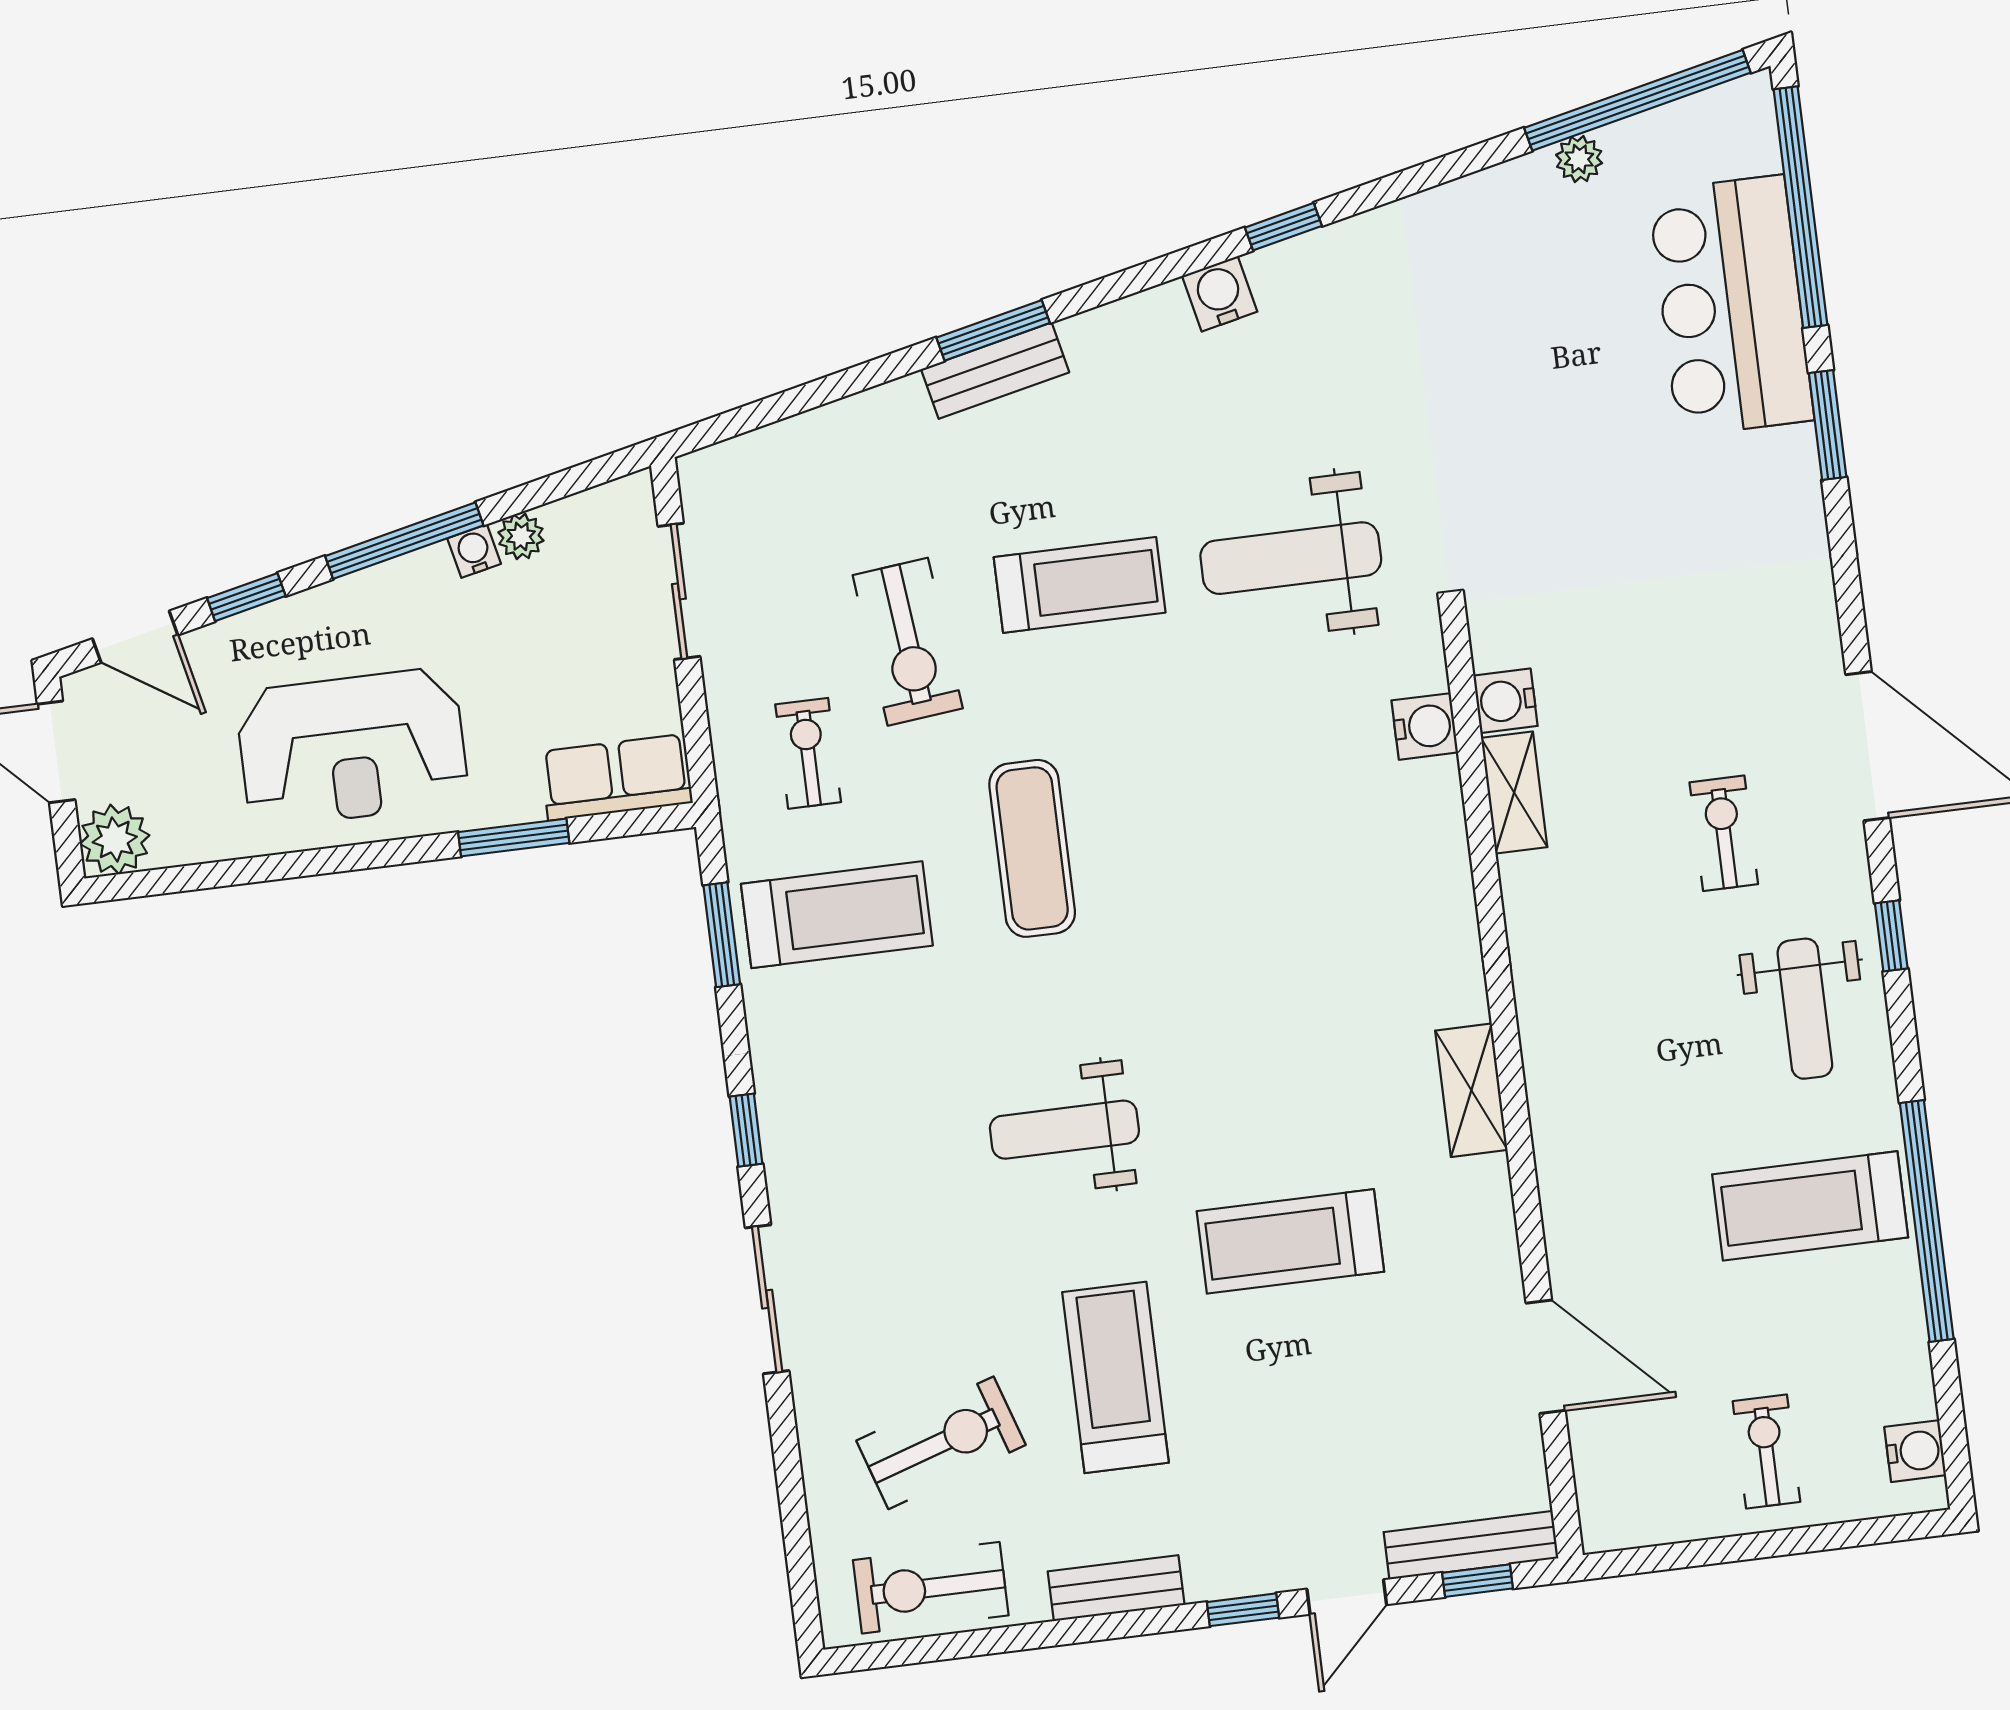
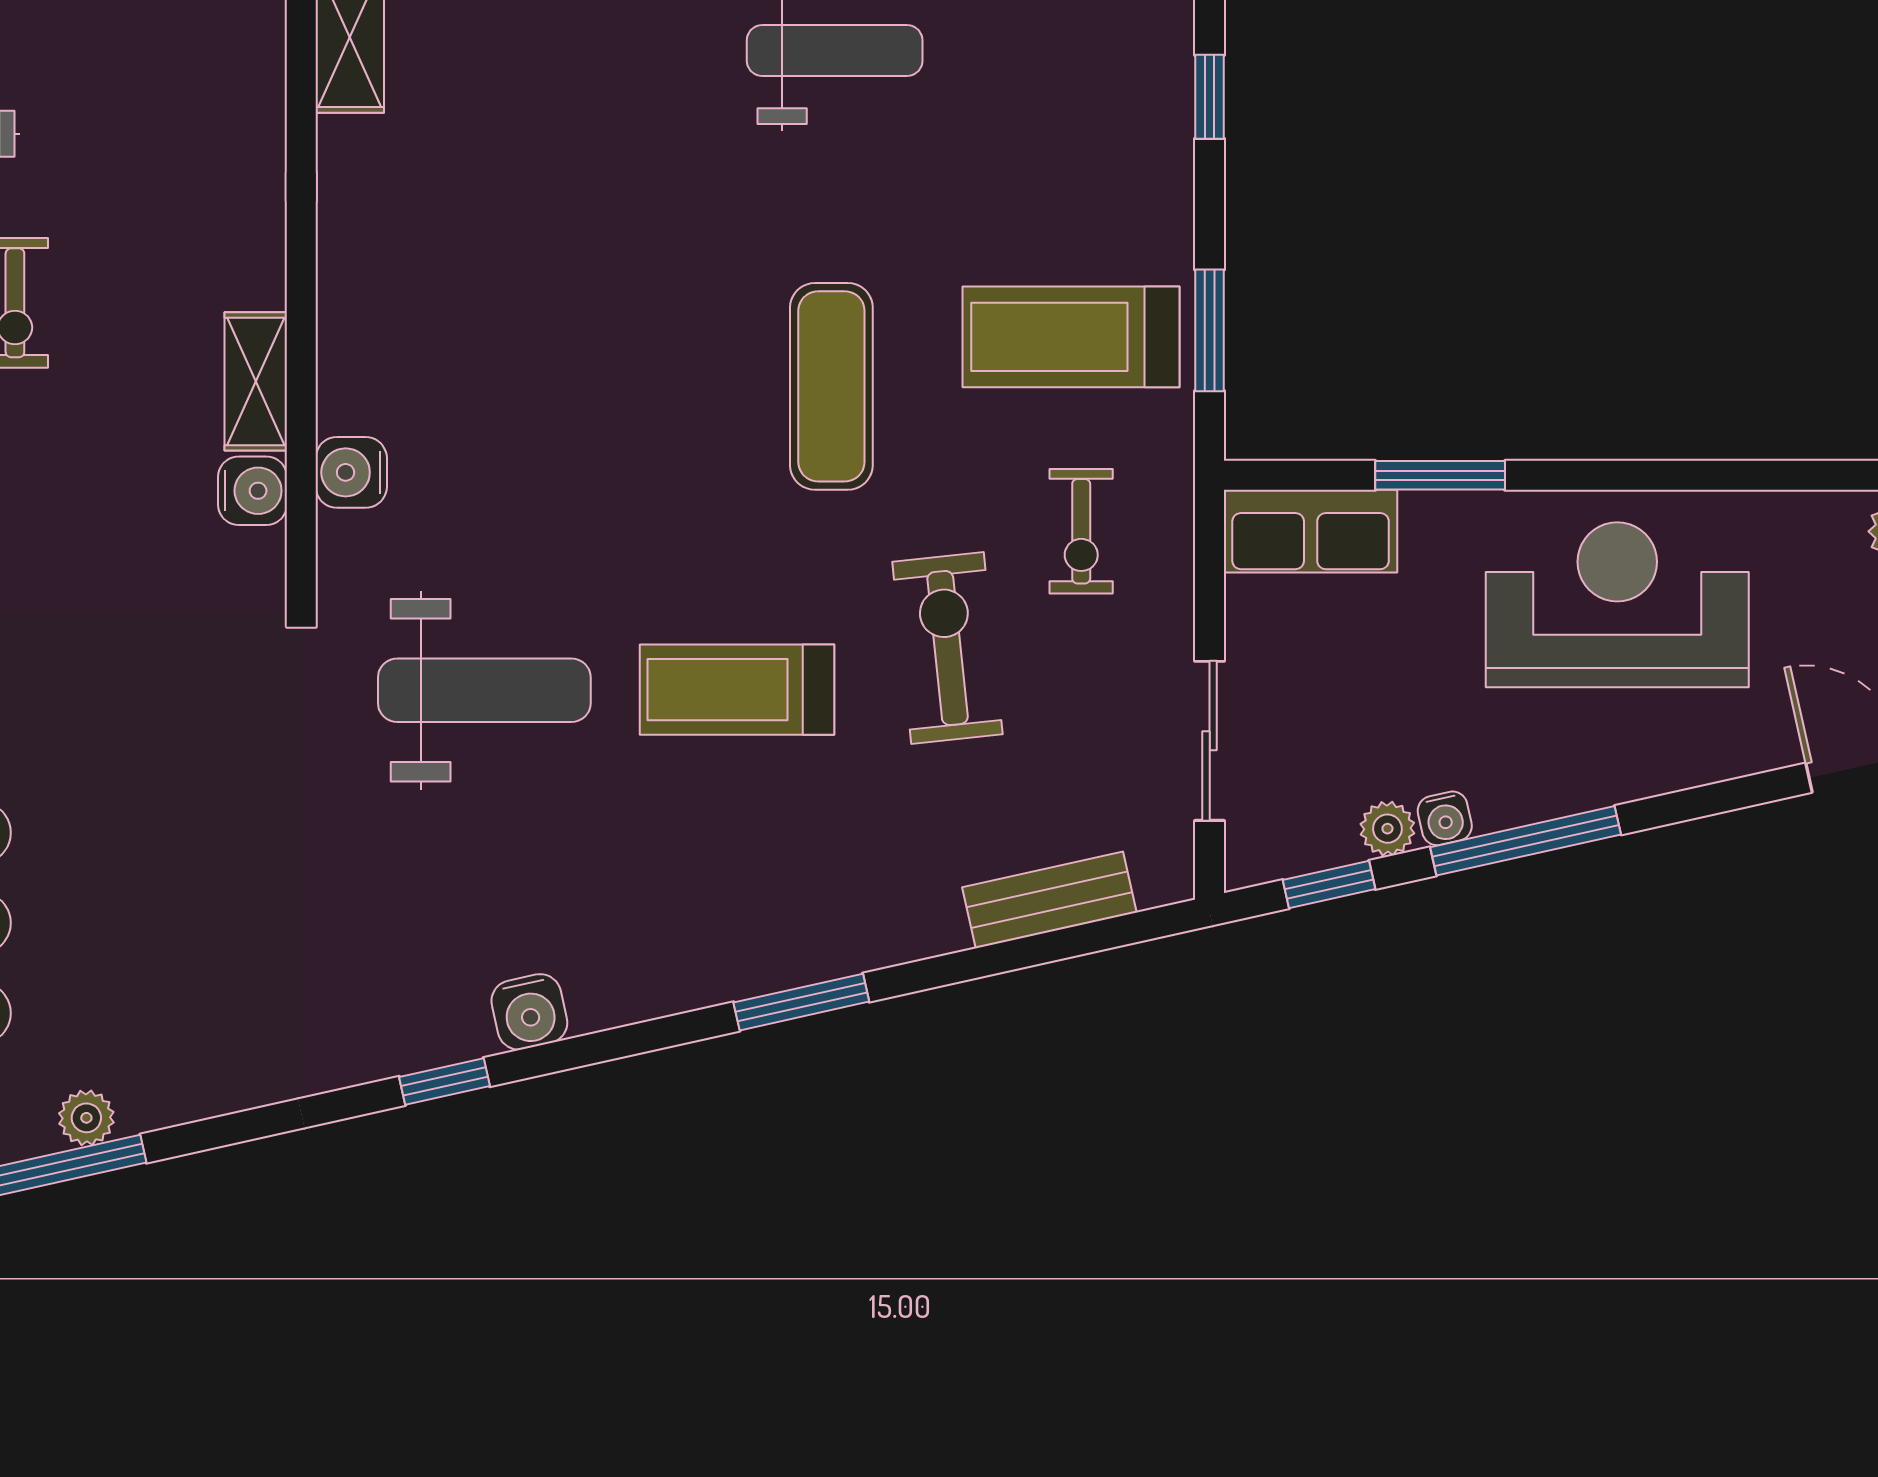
bench: (995, 371) -> (1049, 900), moved
window: (246, 597) -> (1329, 885), moved

